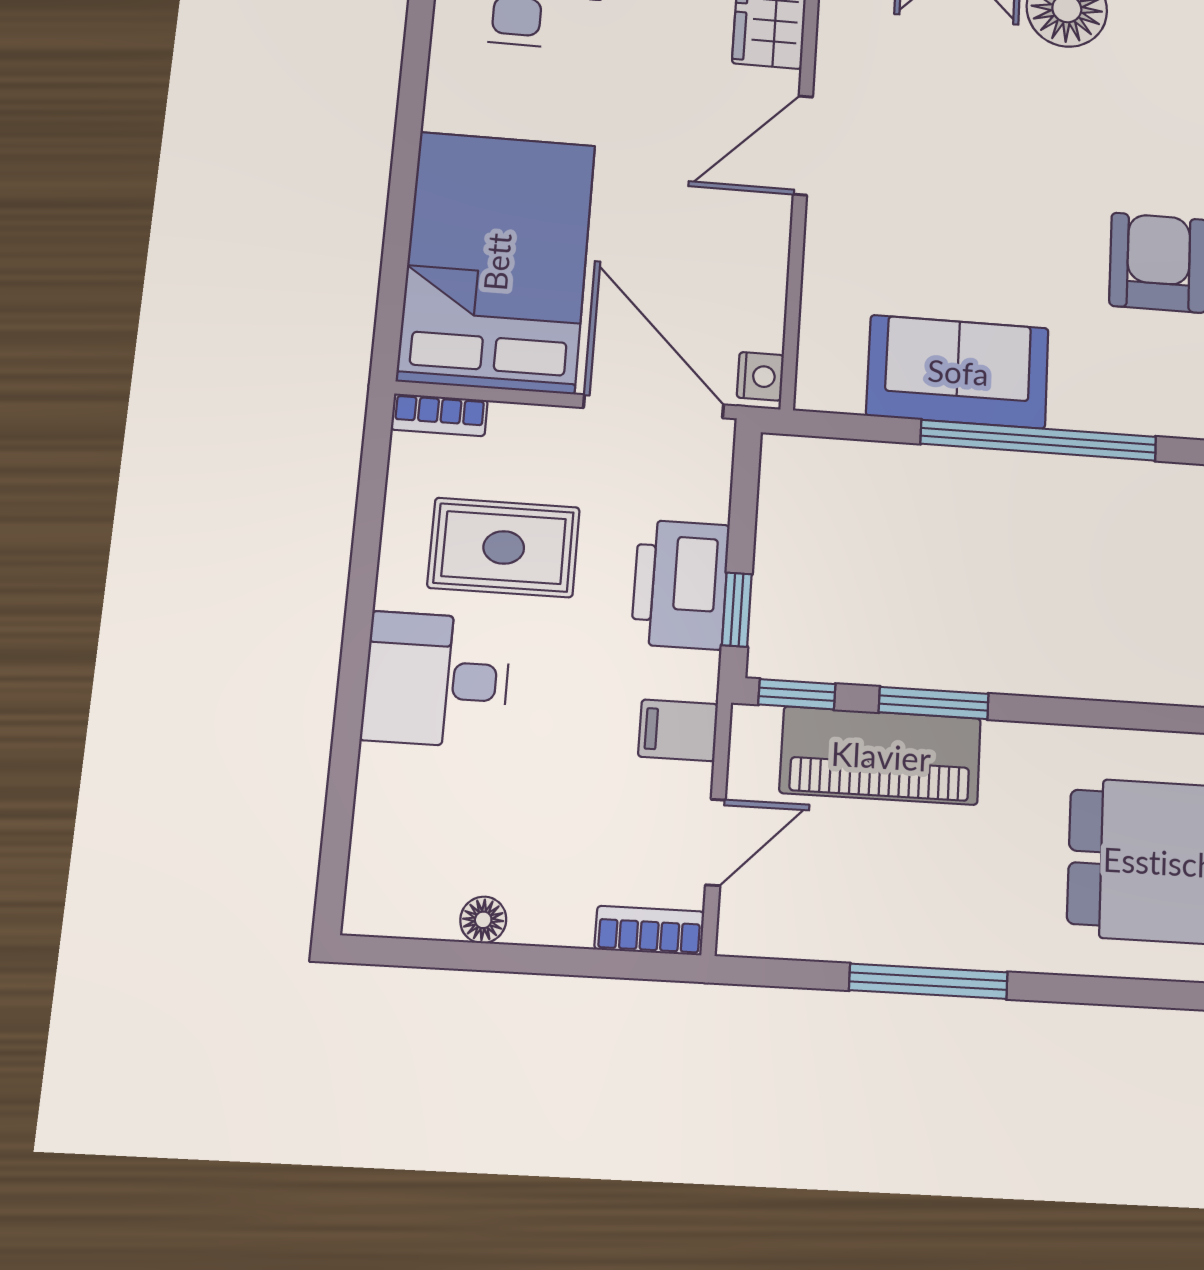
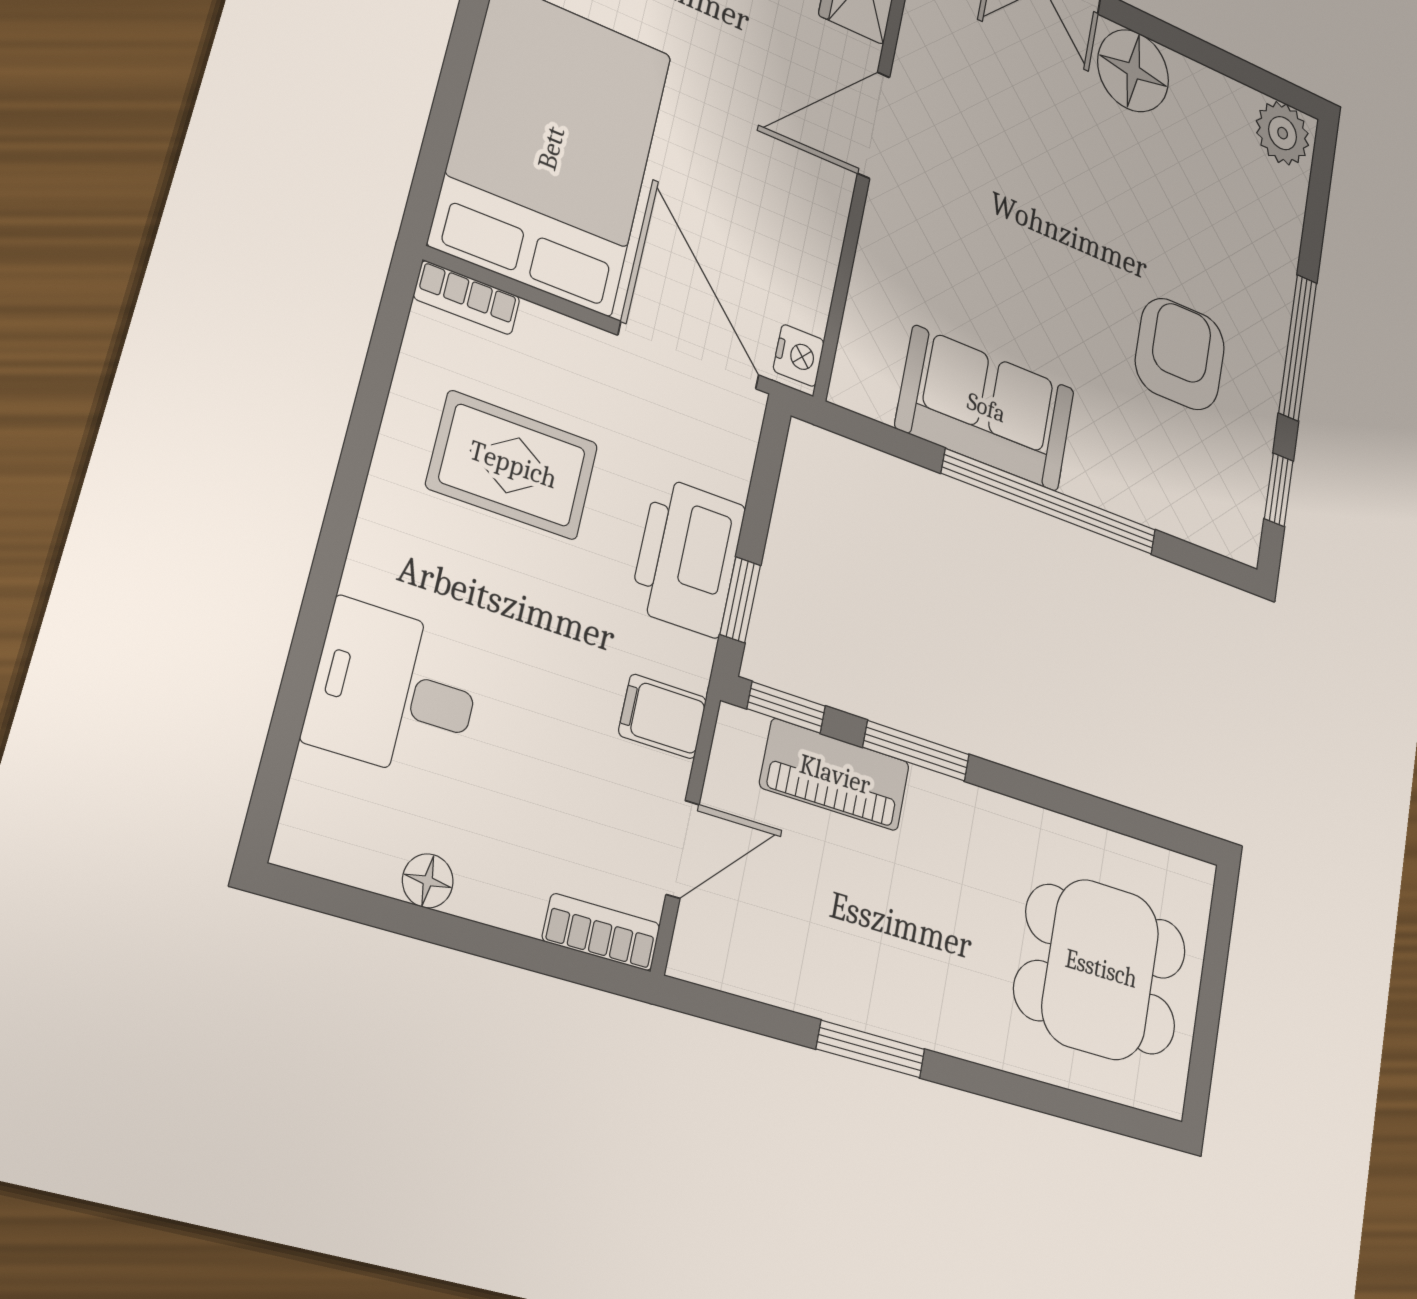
desk: (436, 680) -> (395, 691), moved
piano: (881, 756) -> (835, 775), width x0.73, depth x0.75
window: (928, 981) -> (871, 1049), width x0.69

